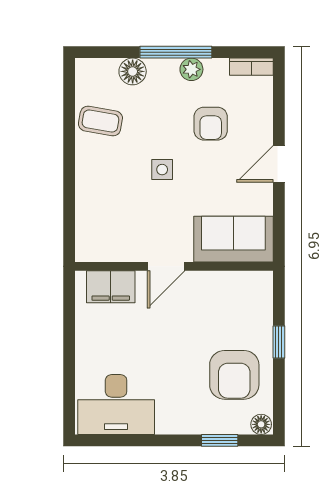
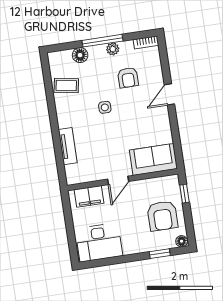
tv unit: (87, 228) -> (68, 146), added
sofa: (233, 239) -> (153, 159), moved
door: (166, 266) -> (118, 180), moved
wall: (174, 266) -> (123, 180), moved
filing cabinet: (111, 287) -> (89, 196), moved

